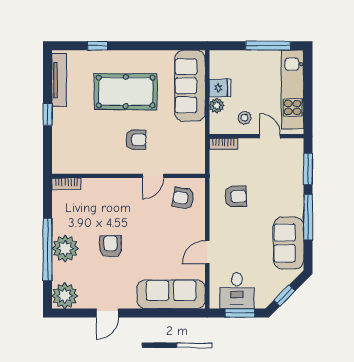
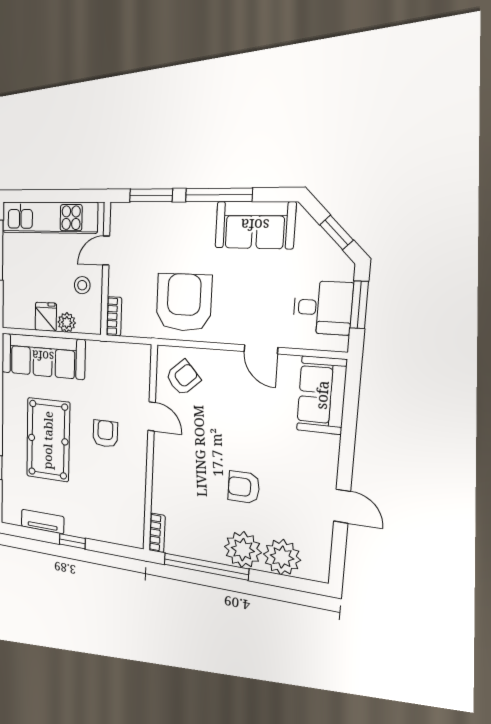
tv unit: (59, 80) -> (43, 522), width x0.71
armchair: (236, 196) -> (184, 303), width x1.88, depth x1.88
armchair: (183, 198) -> (183, 378), turned -142
window: (48, 250) -> (206, 567), moved
sofa: (171, 294) -> (322, 395), width x0.73
plant: (65, 296) -> (282, 557), moved

